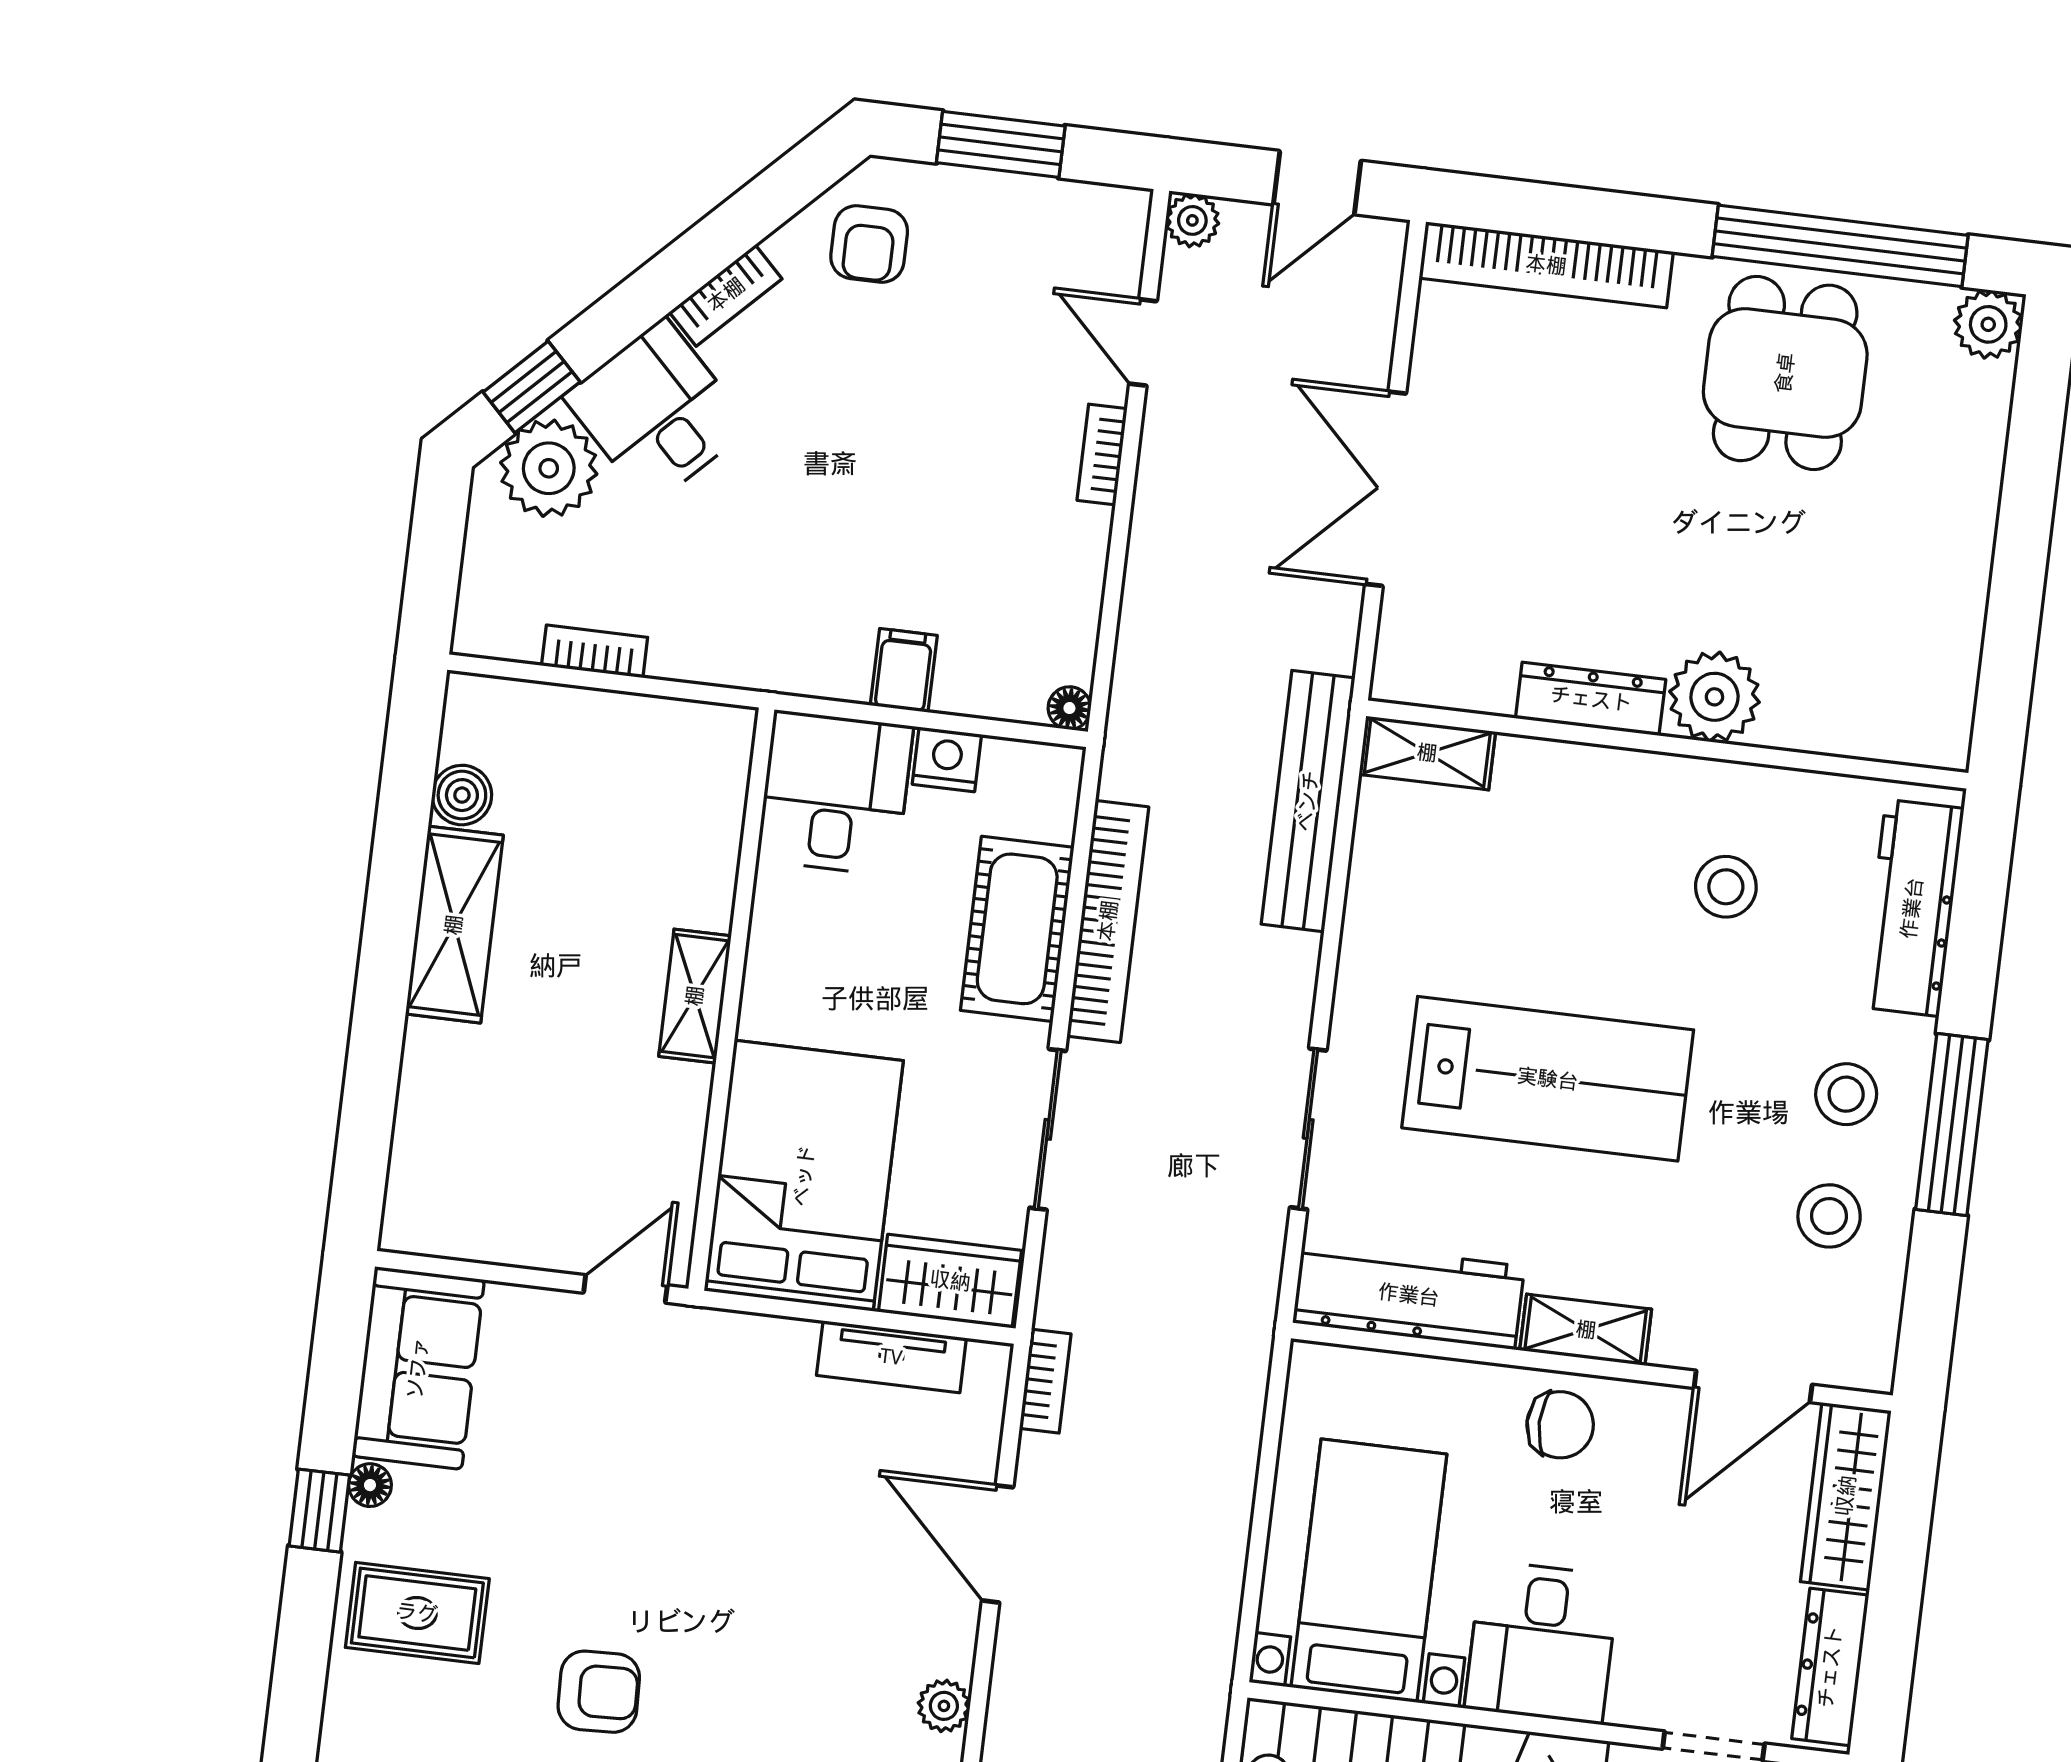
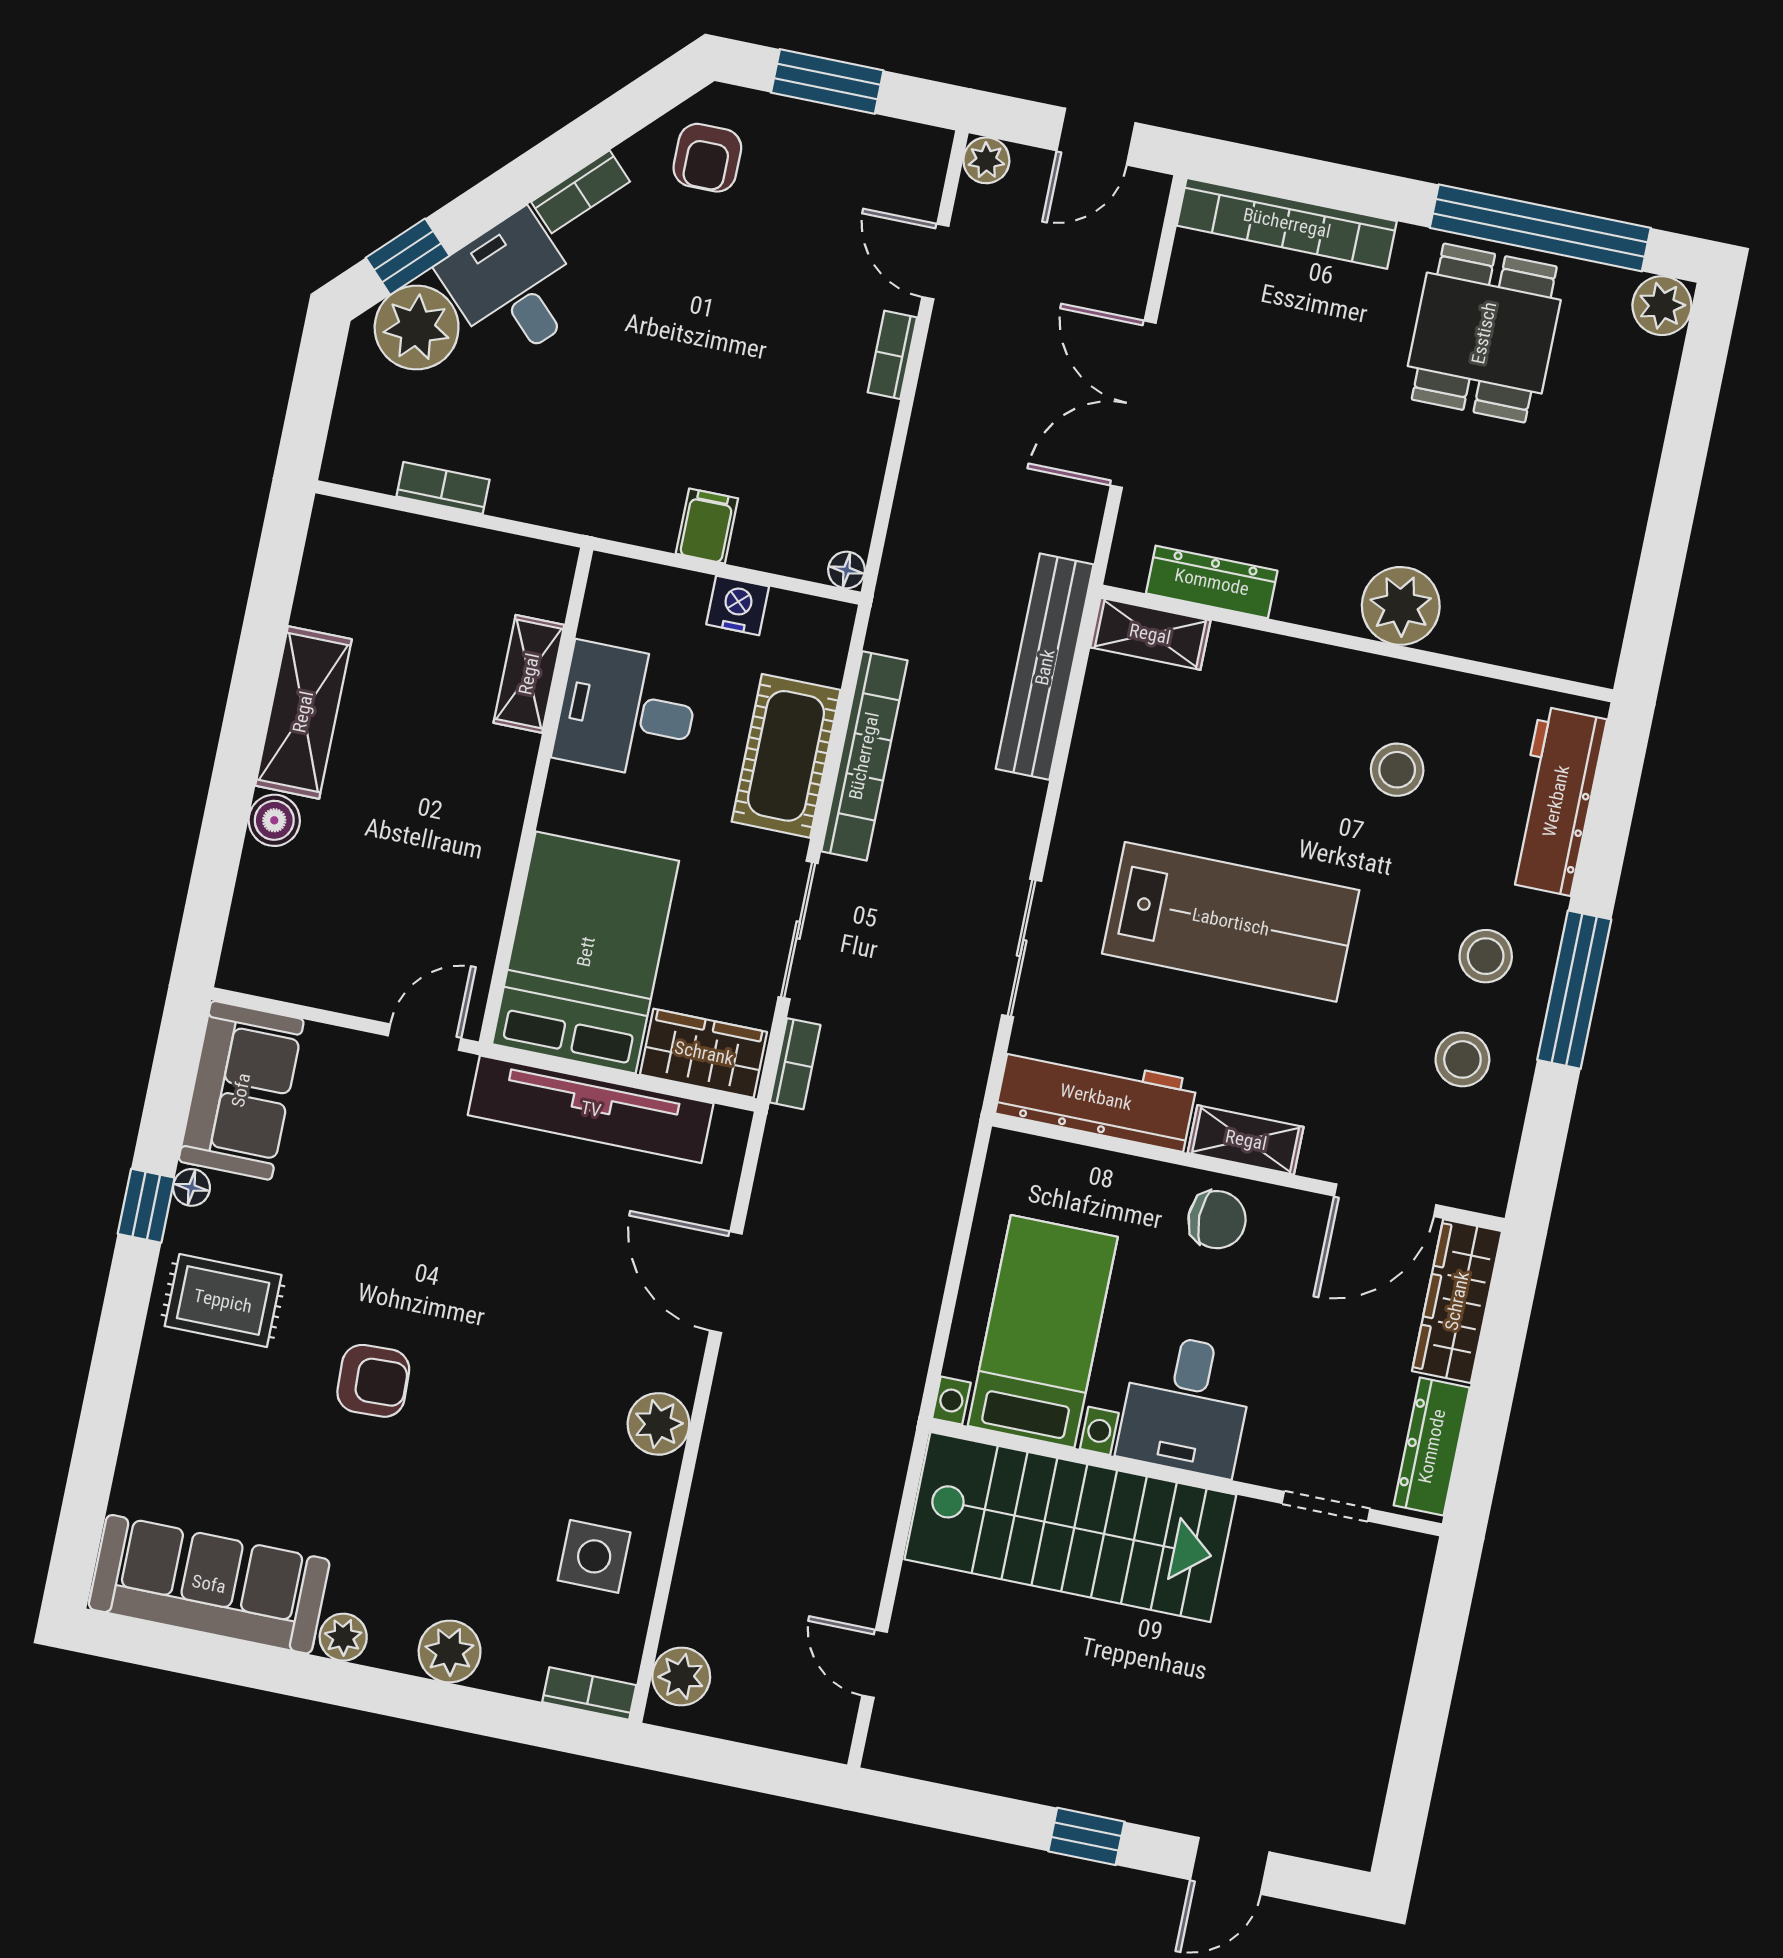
dresser: (1591, 699) -> (1212, 582), moved
desk: (835, 793) -> (627, 711), moved, turned -90
boiler: (462, 795) -> (274, 820), moved
shelving: (695, 996) -> (529, 674), moved
tv unit: (891, 1357) -> (591, 1109), width x1.92, depth x1.29
bookcase: (1045, 1381) -> (795, 1064), moved
plant: (944, 1706) -> (658, 1424), width x1.38, depth x1.38

